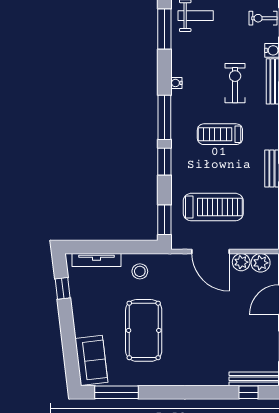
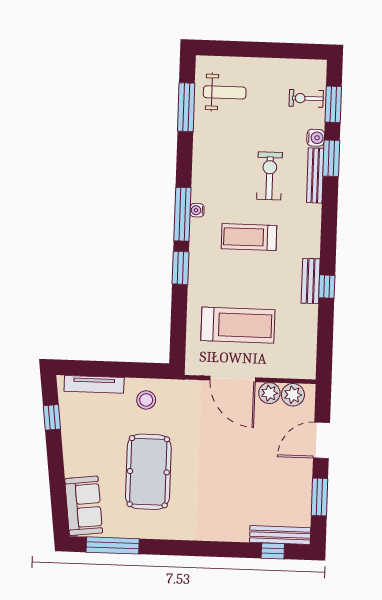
water cooler: (176, 83) -> (197, 210), moved
window: (164, 220) -> (178, 338), removed

